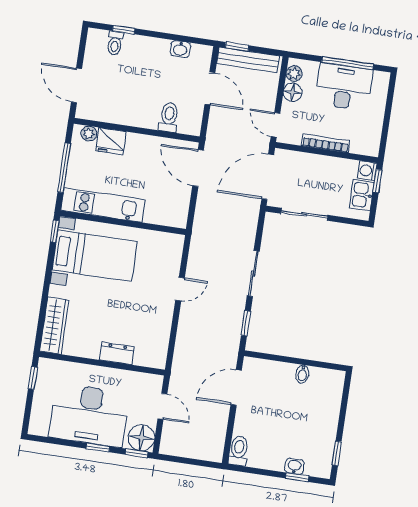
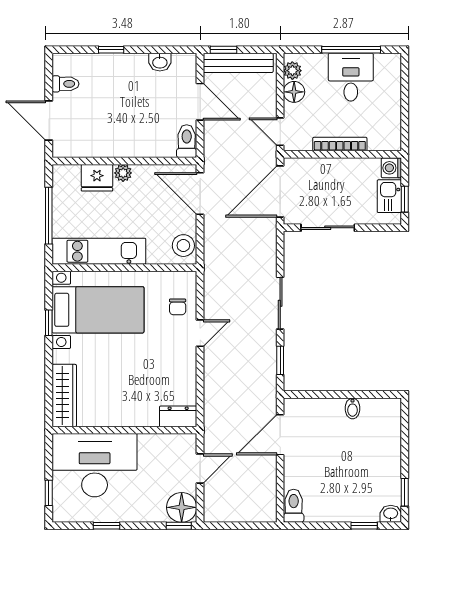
window: (124, 30) -> (111, 50), moved
toilet: (115, 43) -> (65, 84), moved, turned -90
desk: (344, 87) -> (351, 77), width x0.73
toilet: (169, 117) -> (187, 141), moved
plant: (89, 134) -> (123, 173), moved
window: (377, 181) -> (405, 199), moved
stool: (177, 211) -> (183, 246), added
window: (55, 231) -> (49, 323), moved
chair: (164, 263) -> (178, 307), added
dresser: (117, 353) -> (178, 416), moved
window: (33, 378) -> (49, 493), moved
door: (162, 406) -> (200, 469), hinge flipped
desk: (89, 415) -> (95, 465), moved, turned 180
window: (98, 447) -> (106, 526), moved
washbasin: (294, 466) -> (391, 514), moved

